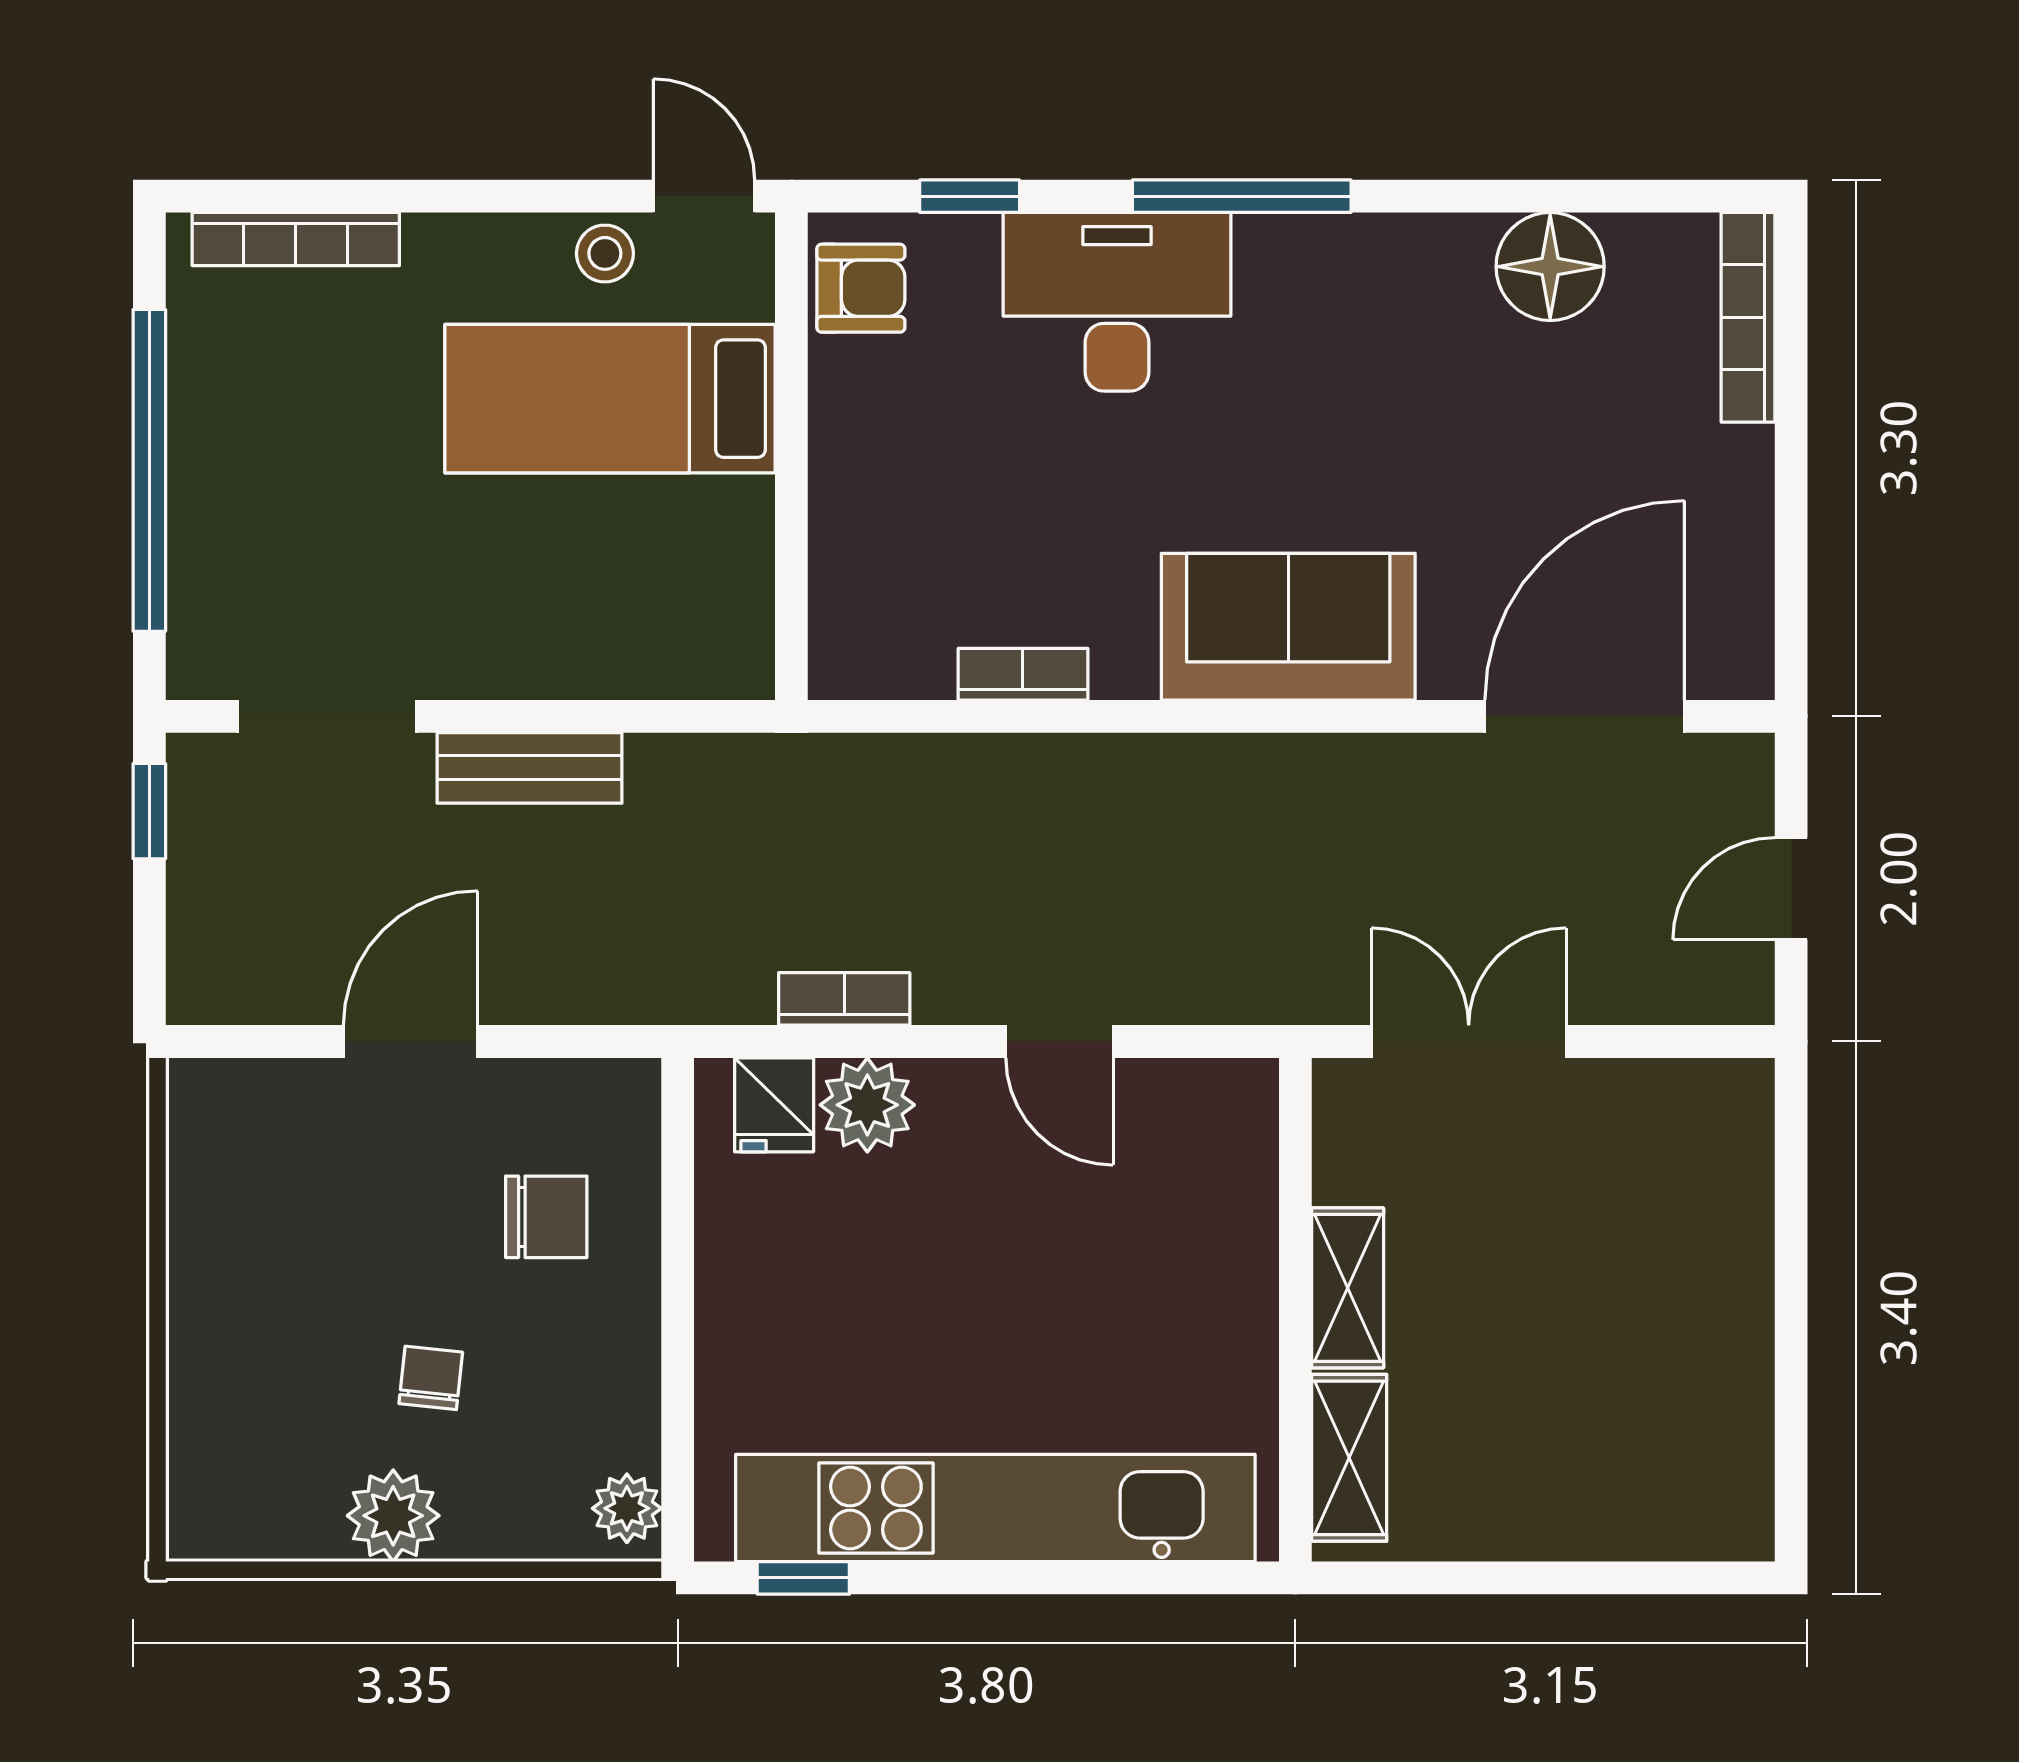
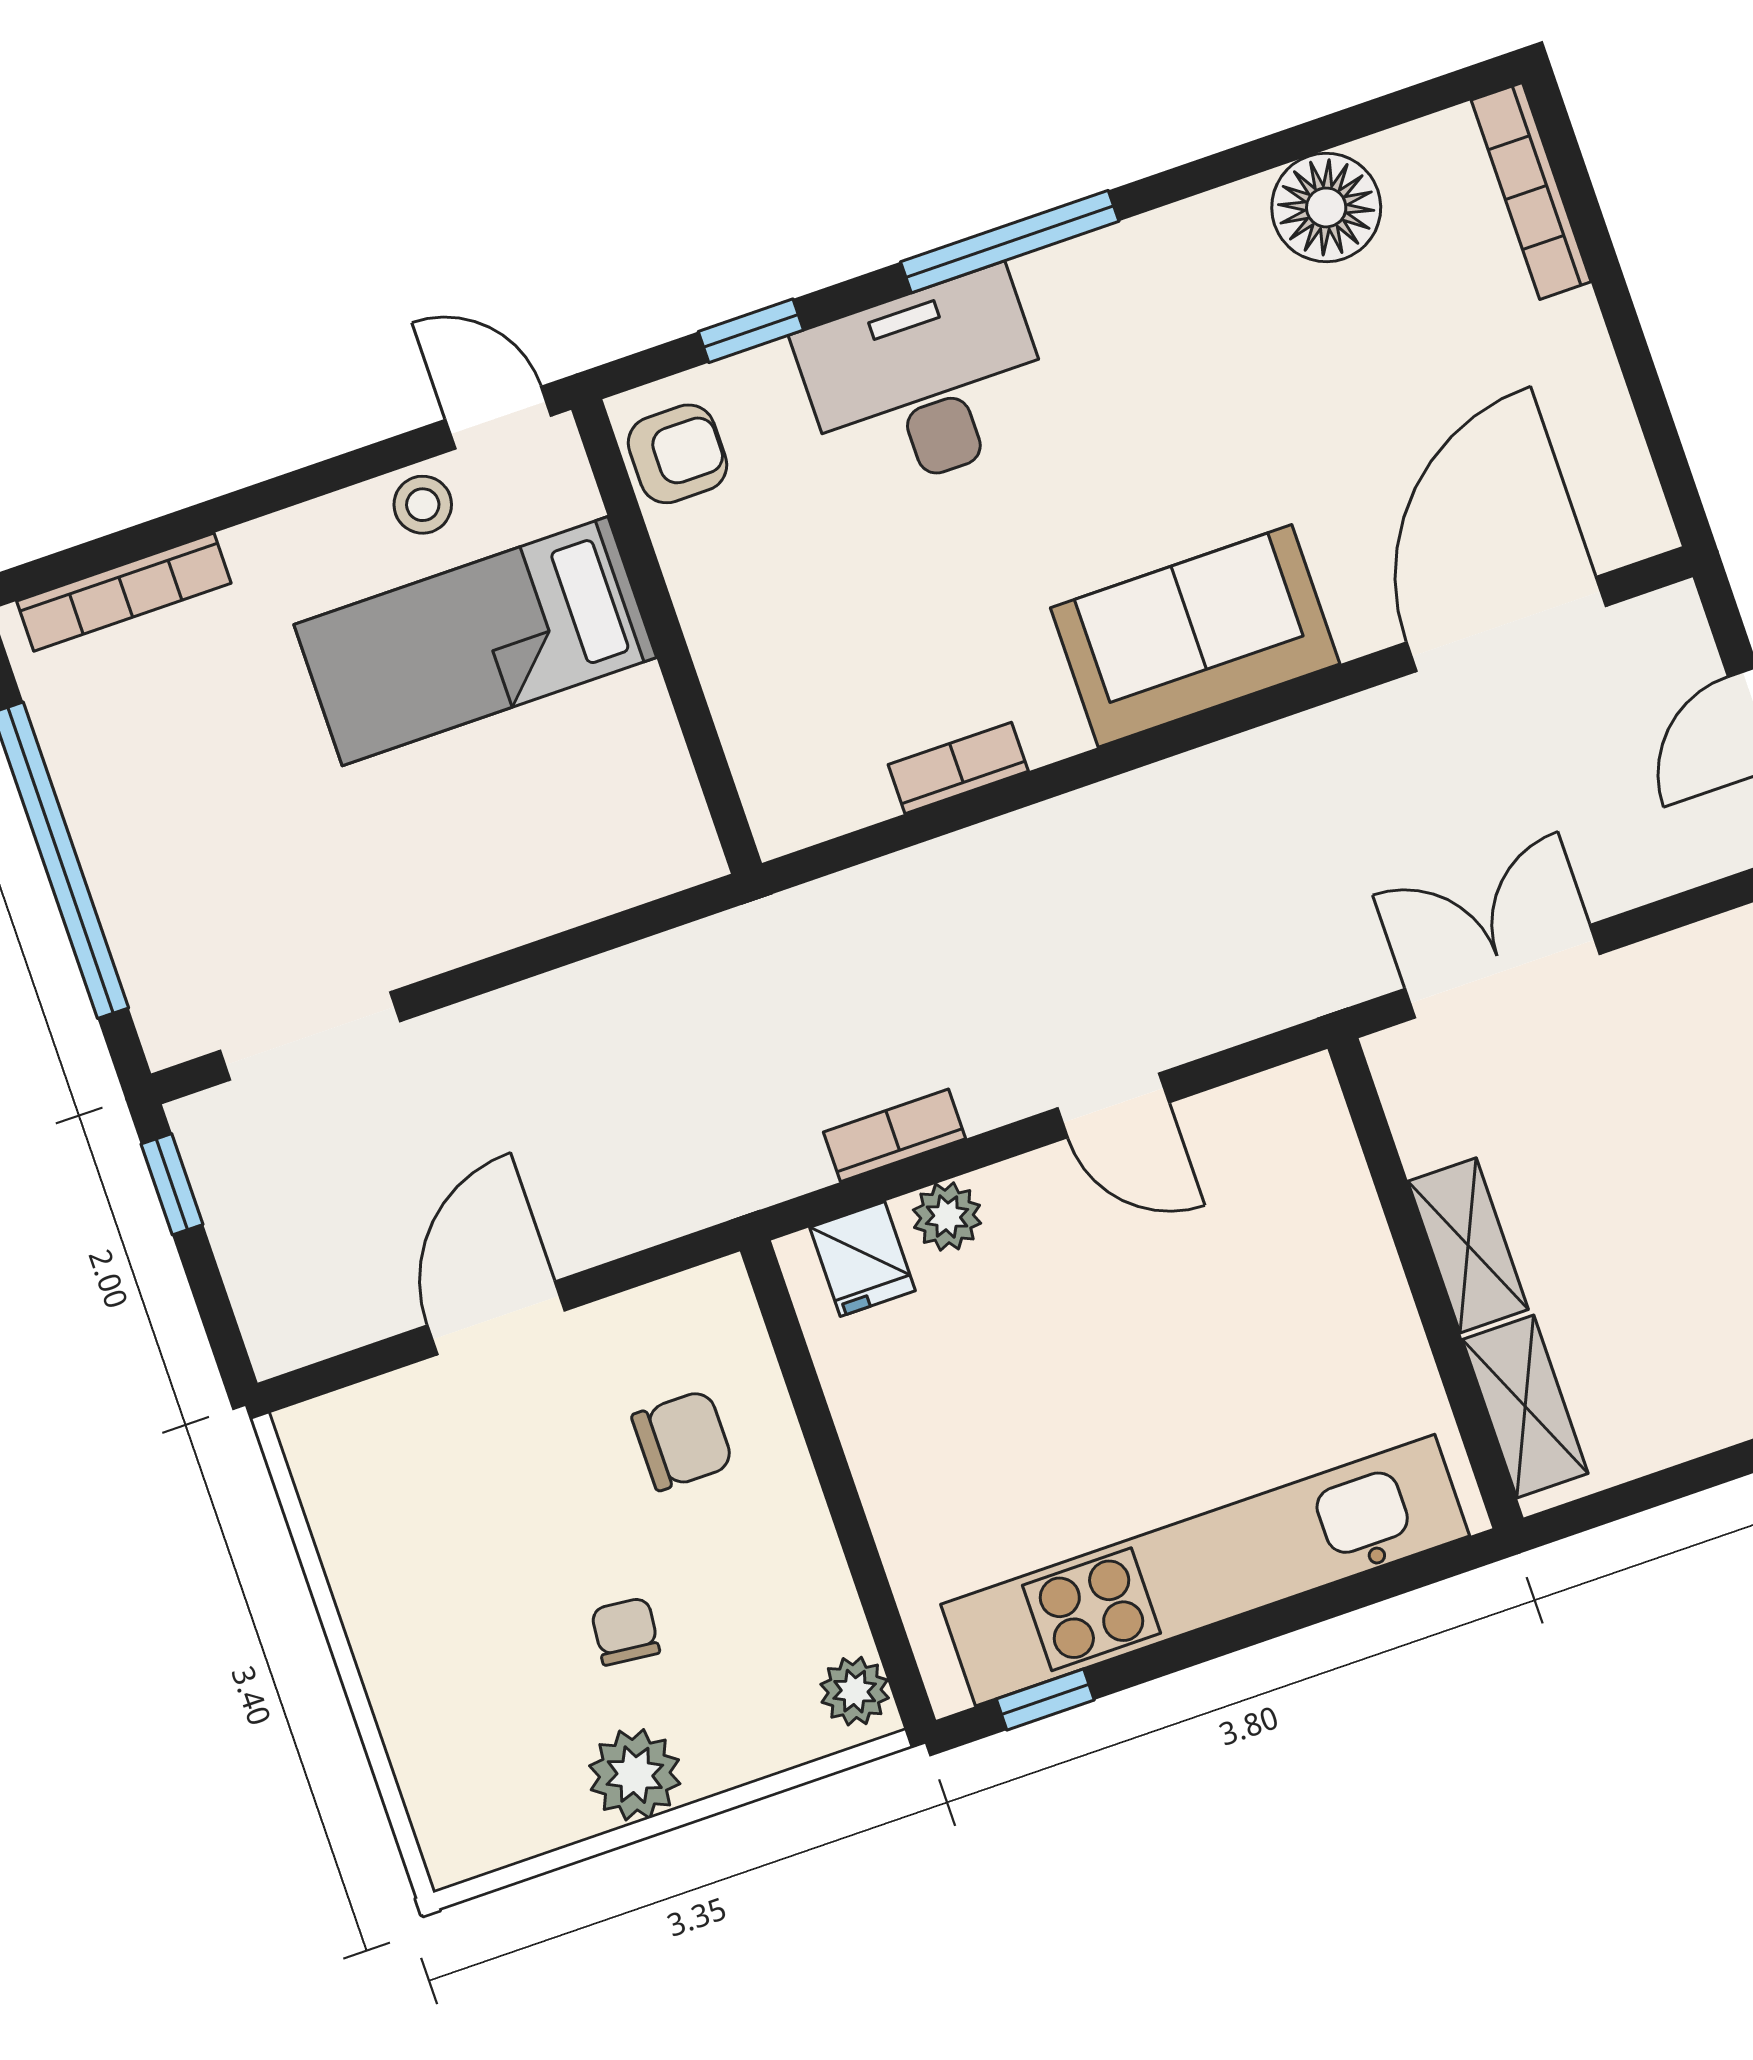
bench: (530, 768) -> (520, 1019), removed
plant: (867, 1105) -> (947, 1216), width x0.73, depth x0.73

